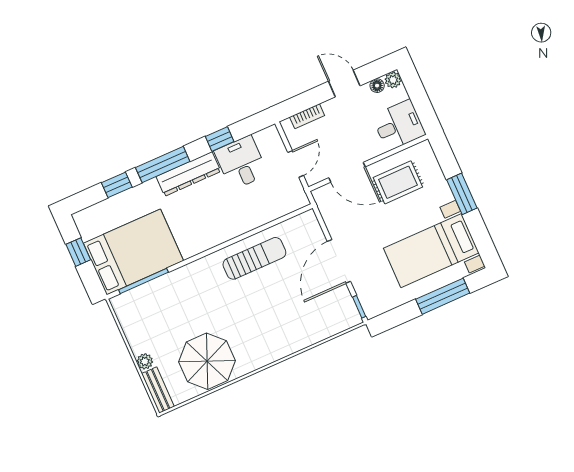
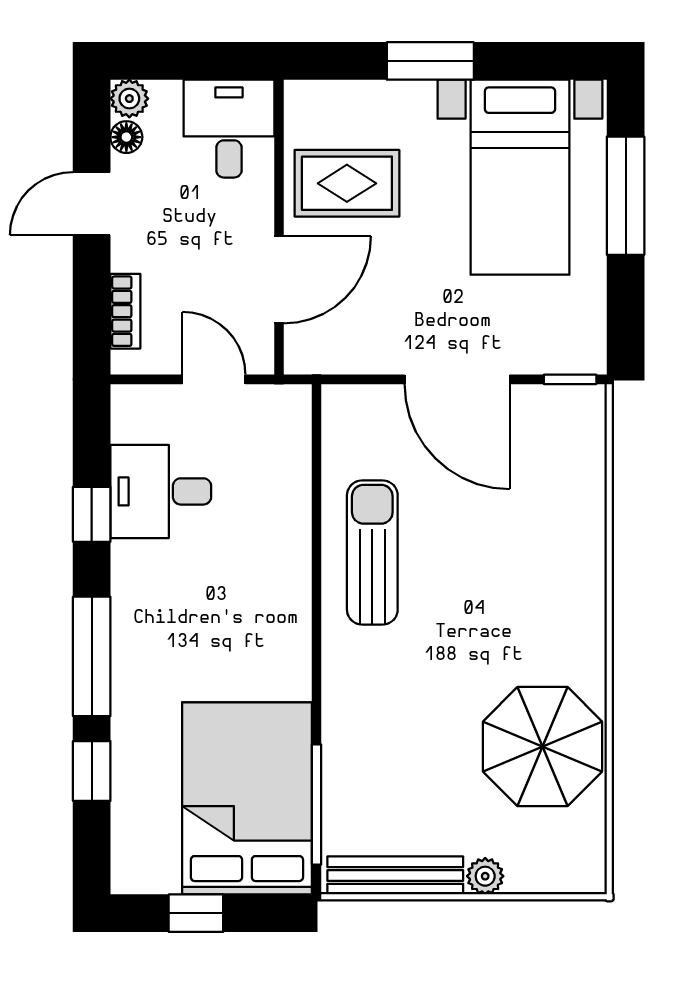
dresser: (188, 174) -> (135, 612), removed
rug: (398, 182) -> (347, 183), turned 90
bench: (158, 390) -> (395, 875), moved, width x1.36

